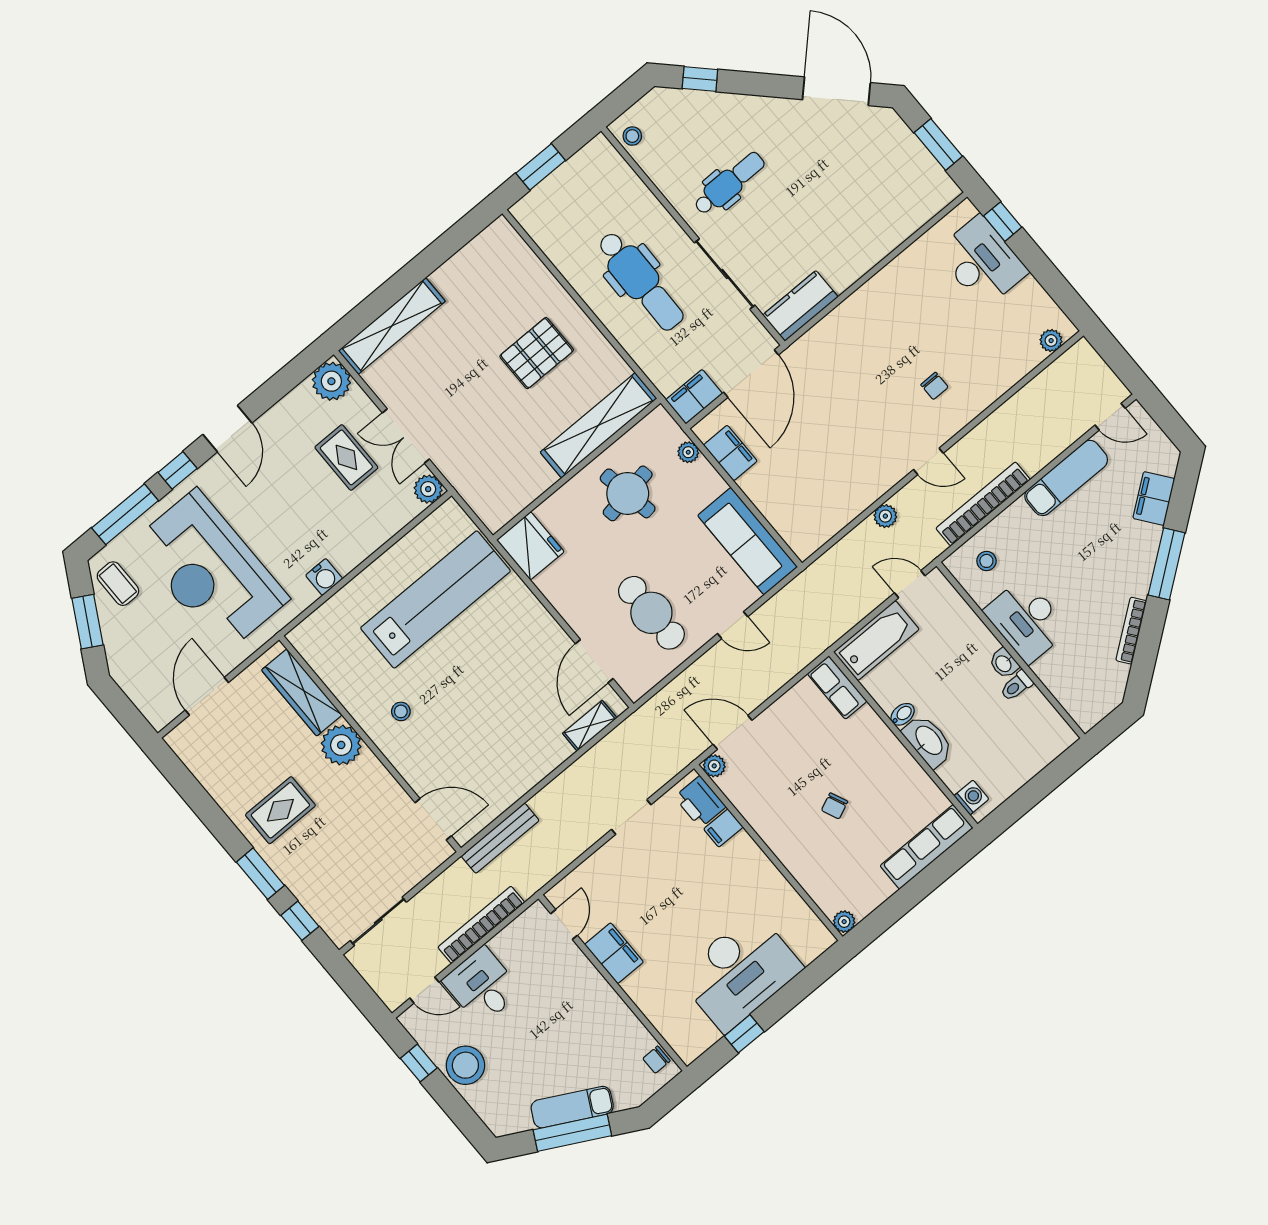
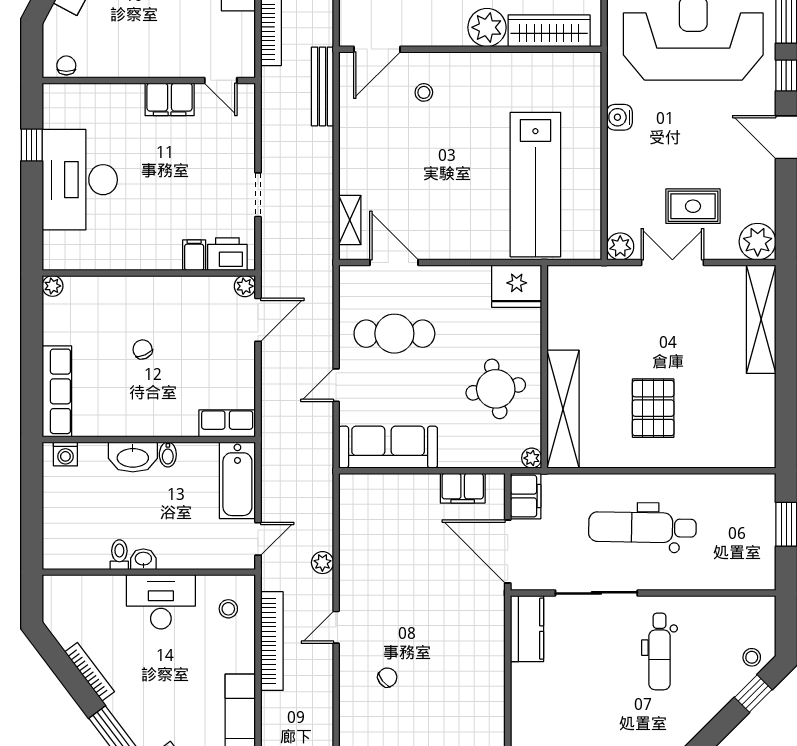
stool: (632, 136) -> (752, 657), moved
chair: (934, 386) -> (387, 677), turned 141
plant: (688, 452) -> (532, 458), moved
stool: (401, 711) -> (424, 92), moved

